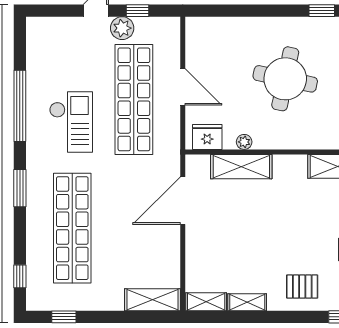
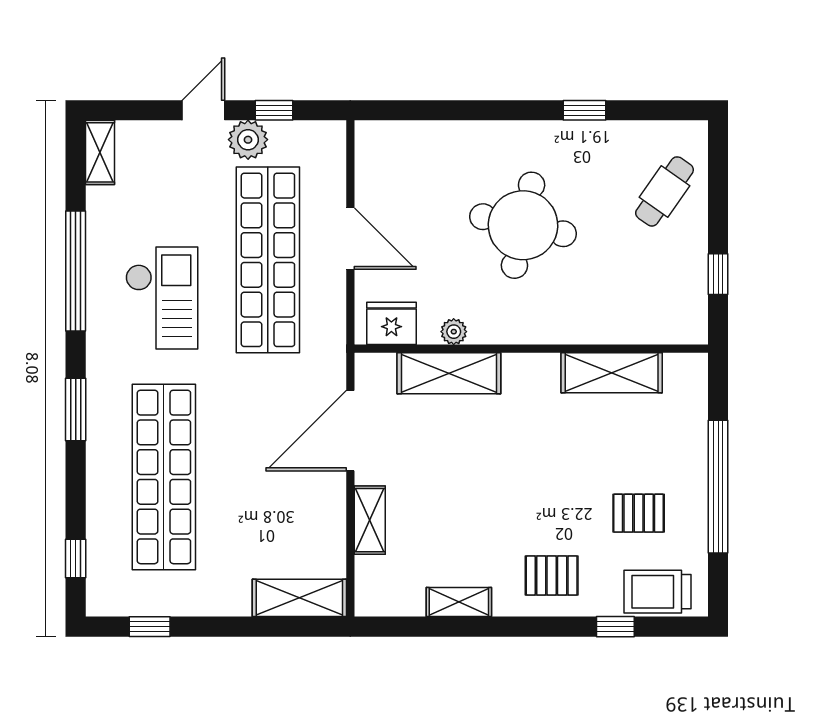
shelving: (34, 36) -> (100, 152), added
shelving: (206, 302) -> (370, 520), moved, turned 90

